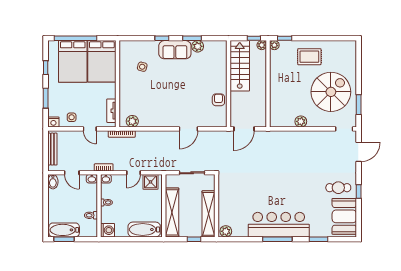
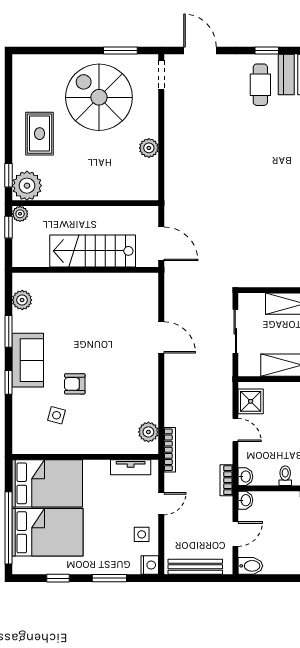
plant: (274, 45) -> (27, 186), width x1.87, depth x1.87
plant: (198, 46) -> (22, 300), moved
stairs: (240, 66) -> (93, 251), moved
armchair: (218, 100) -> (75, 384), moved

